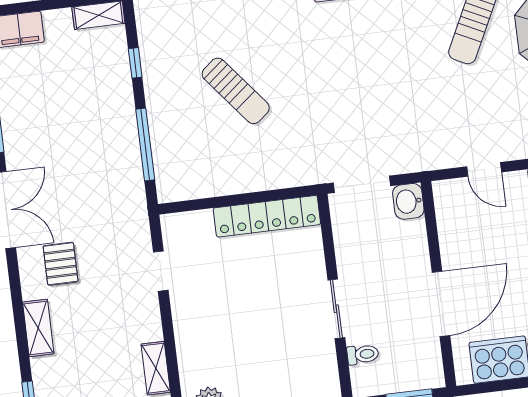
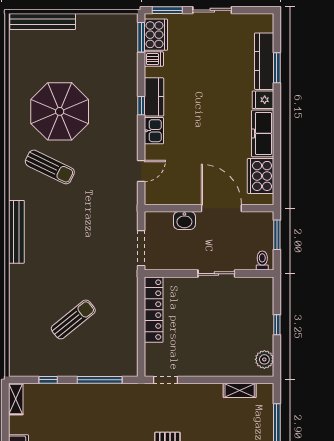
washbasin: (408, 201) -> (184, 221), moved
doorway: (161, 271) -> (166, 380), moved
toilet: (363, 354) -> (262, 261), moved

